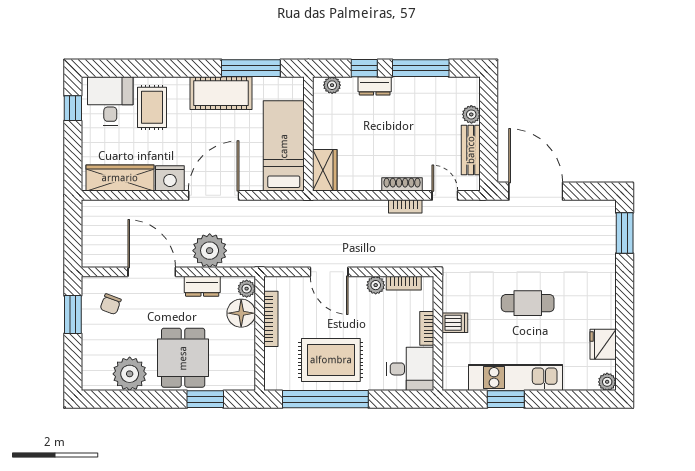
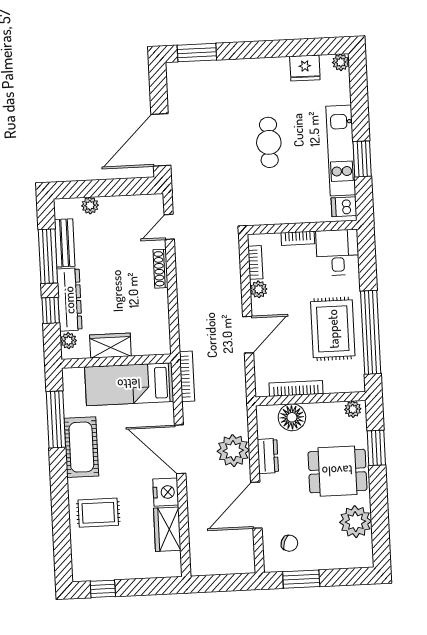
dresser: (375, 86) -> (69, 300), width x1.96, depth x1.24
desk: (110, 101) -> (94, 553), removed
bench: (471, 150) -> (65, 243), moved, turned 90
wardrobe: (325, 170) -> (110, 346), moved
wardrobe: (120, 178) -> (167, 529), width x0.67
bookcase: (405, 206) -> (187, 376), moved, width x1.56
plant: (247, 289) -> (353, 409), moved
dishwasher: (455, 323) -> (344, 207), moved, turned -90

